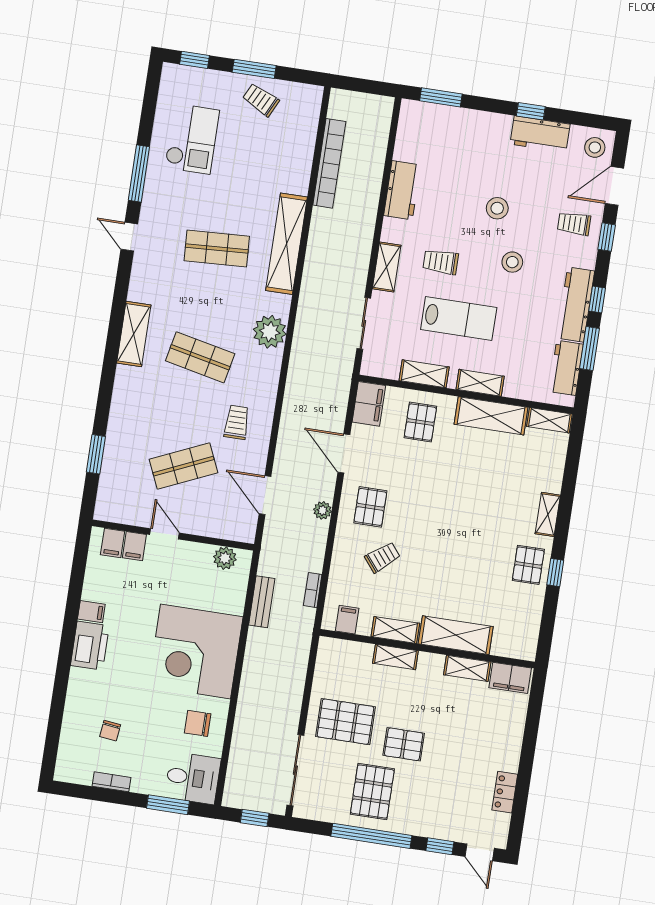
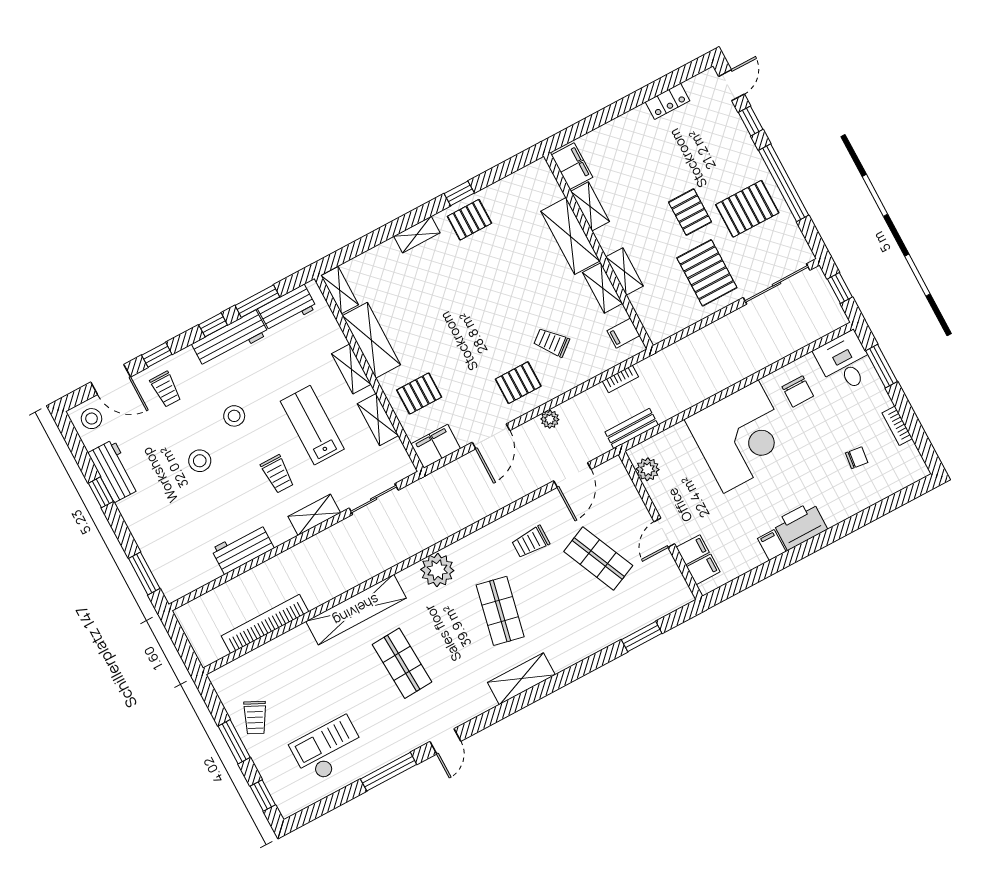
bench: (262, 602) -> (632, 429), moved

